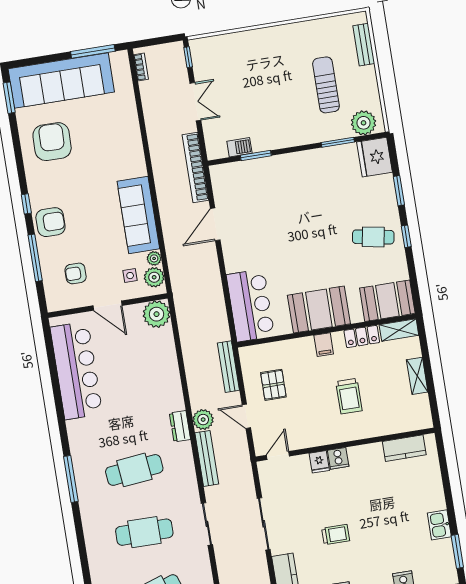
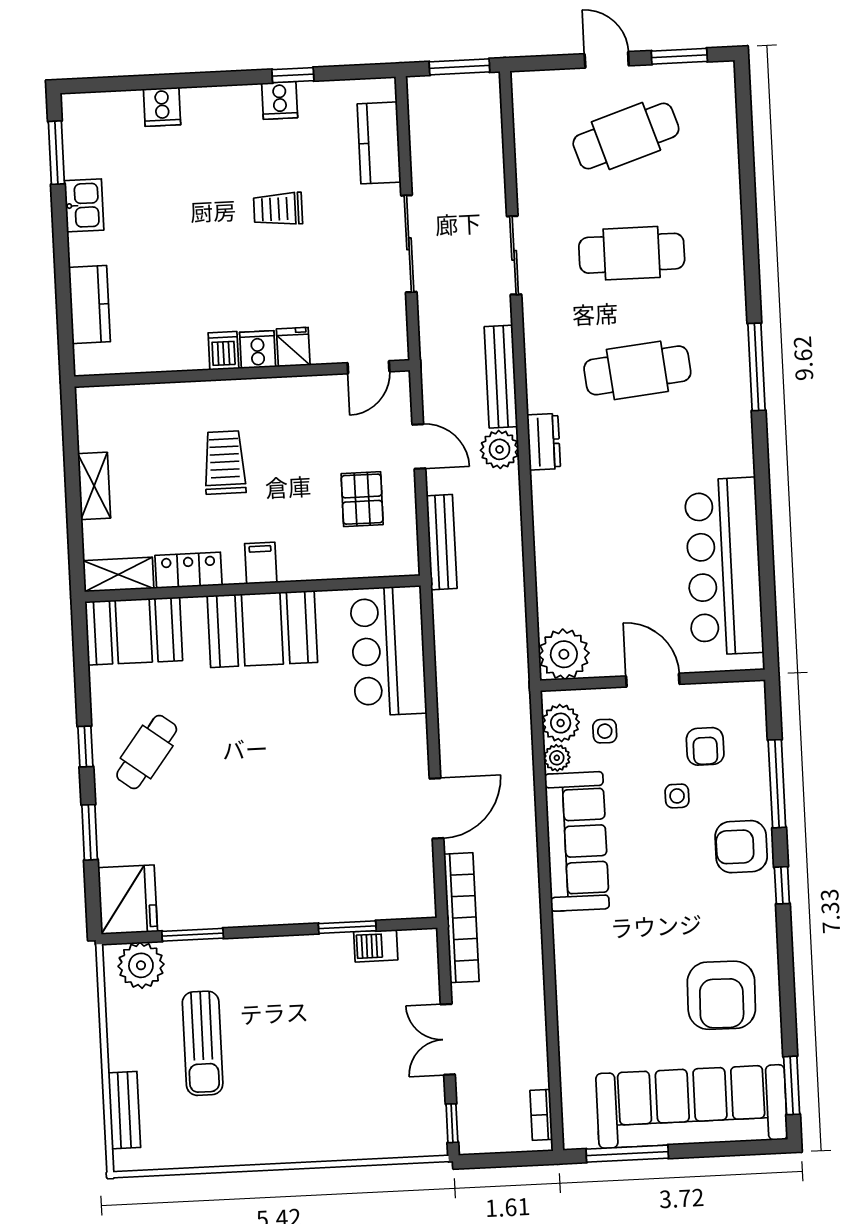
cafe table: (373, 237) -> (147, 752), turned -63
side table: (88, 245) -> (677, 796), added
armchair: (76, 273) -> (705, 746), turned 90
kitchen counter: (404, 448) -> (89, 304), moved, turned 90
dishwasher: (356, 456) -> (223, 351), added

